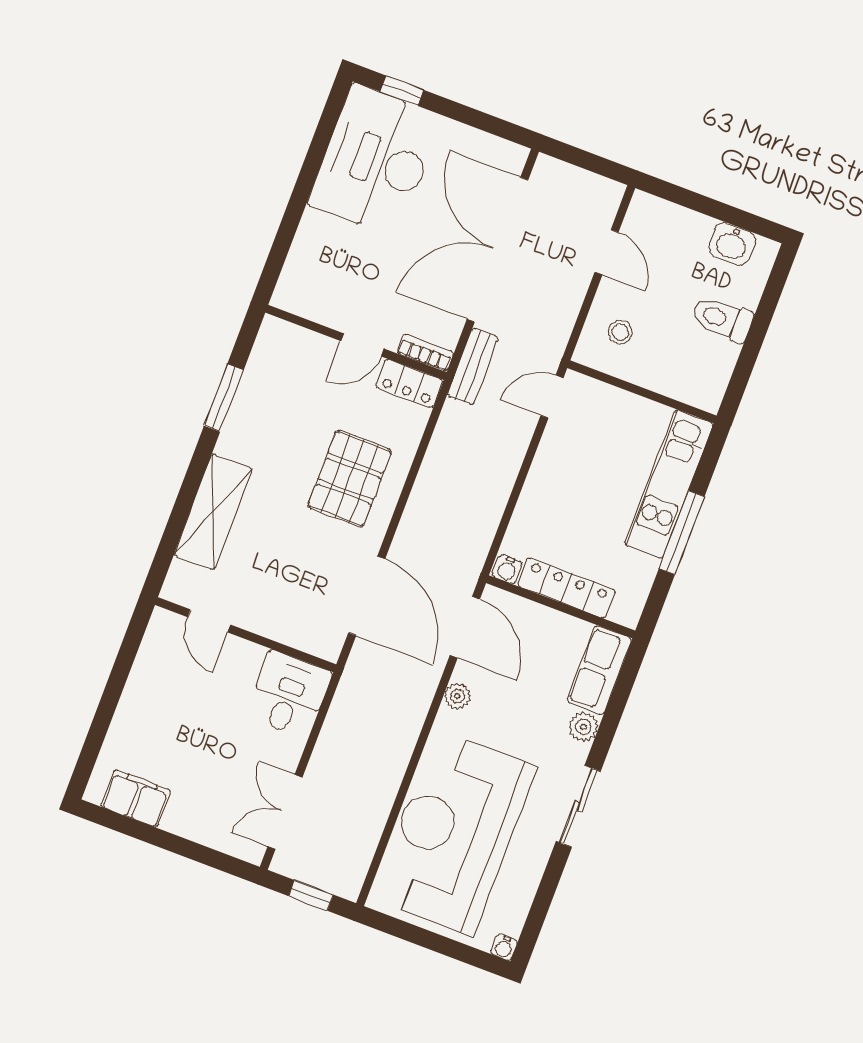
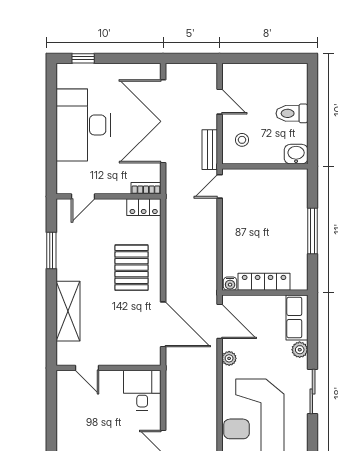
desk: (375, 160) -> (83, 125), moved
washbasin: (732, 244) -> (296, 154), moved, turned 180
door: (362, 345) -> (83, 196), moved
bench: (473, 366) -> (210, 150), moved
kitchen unit: (669, 484) -> (297, 208), removed

